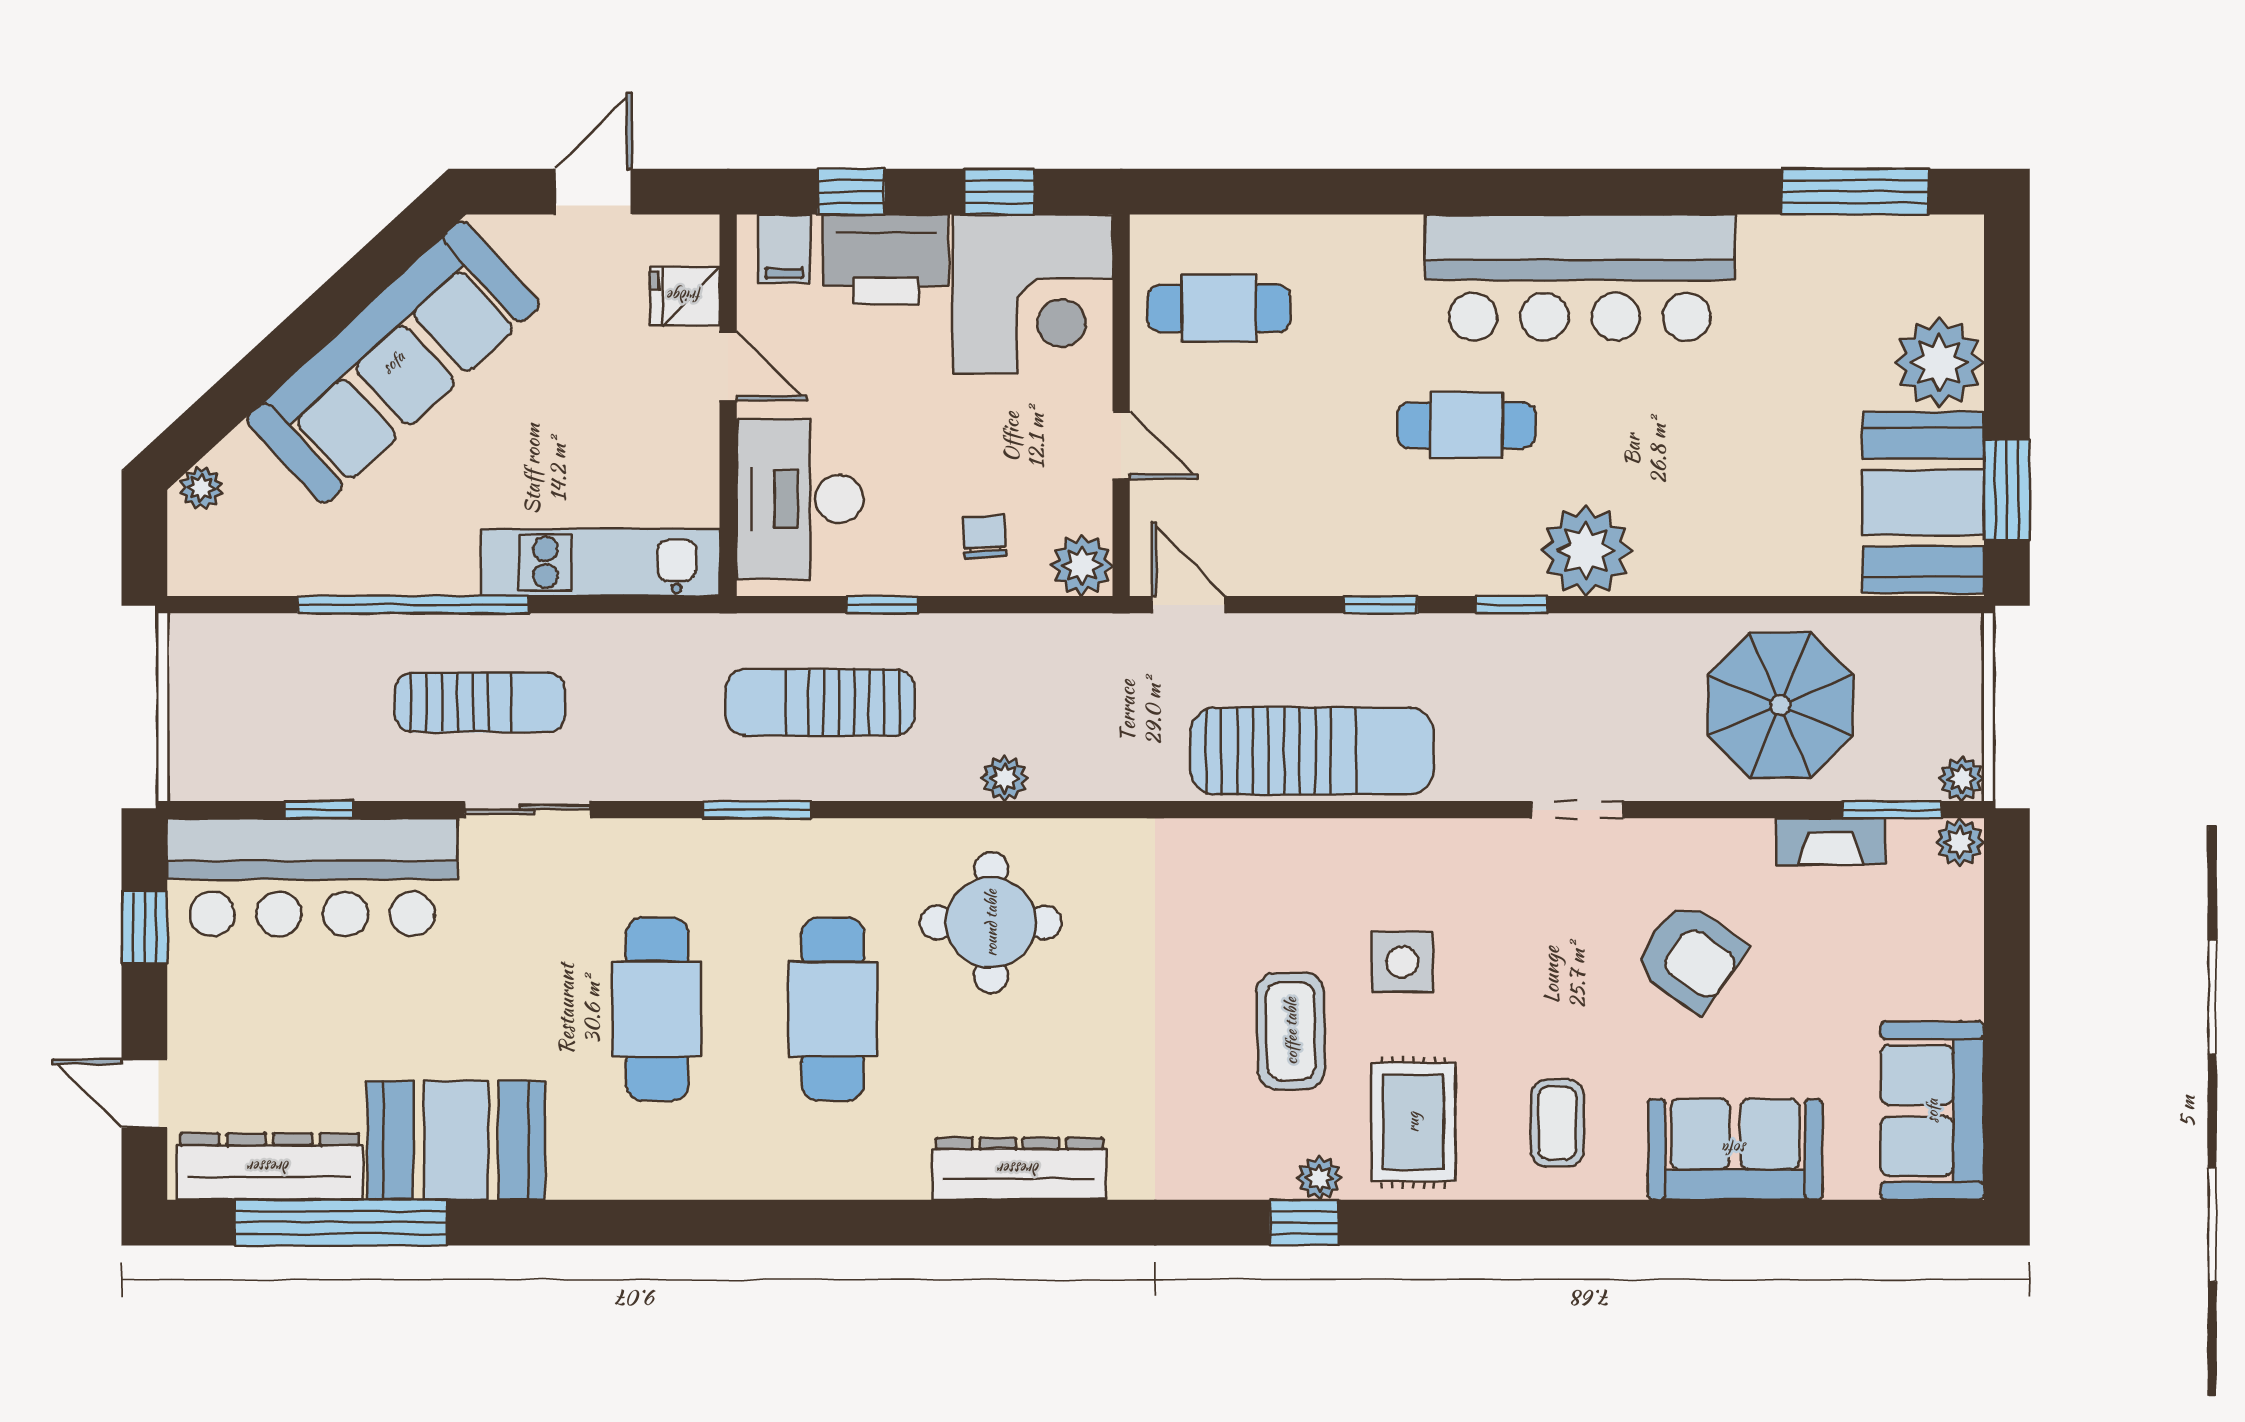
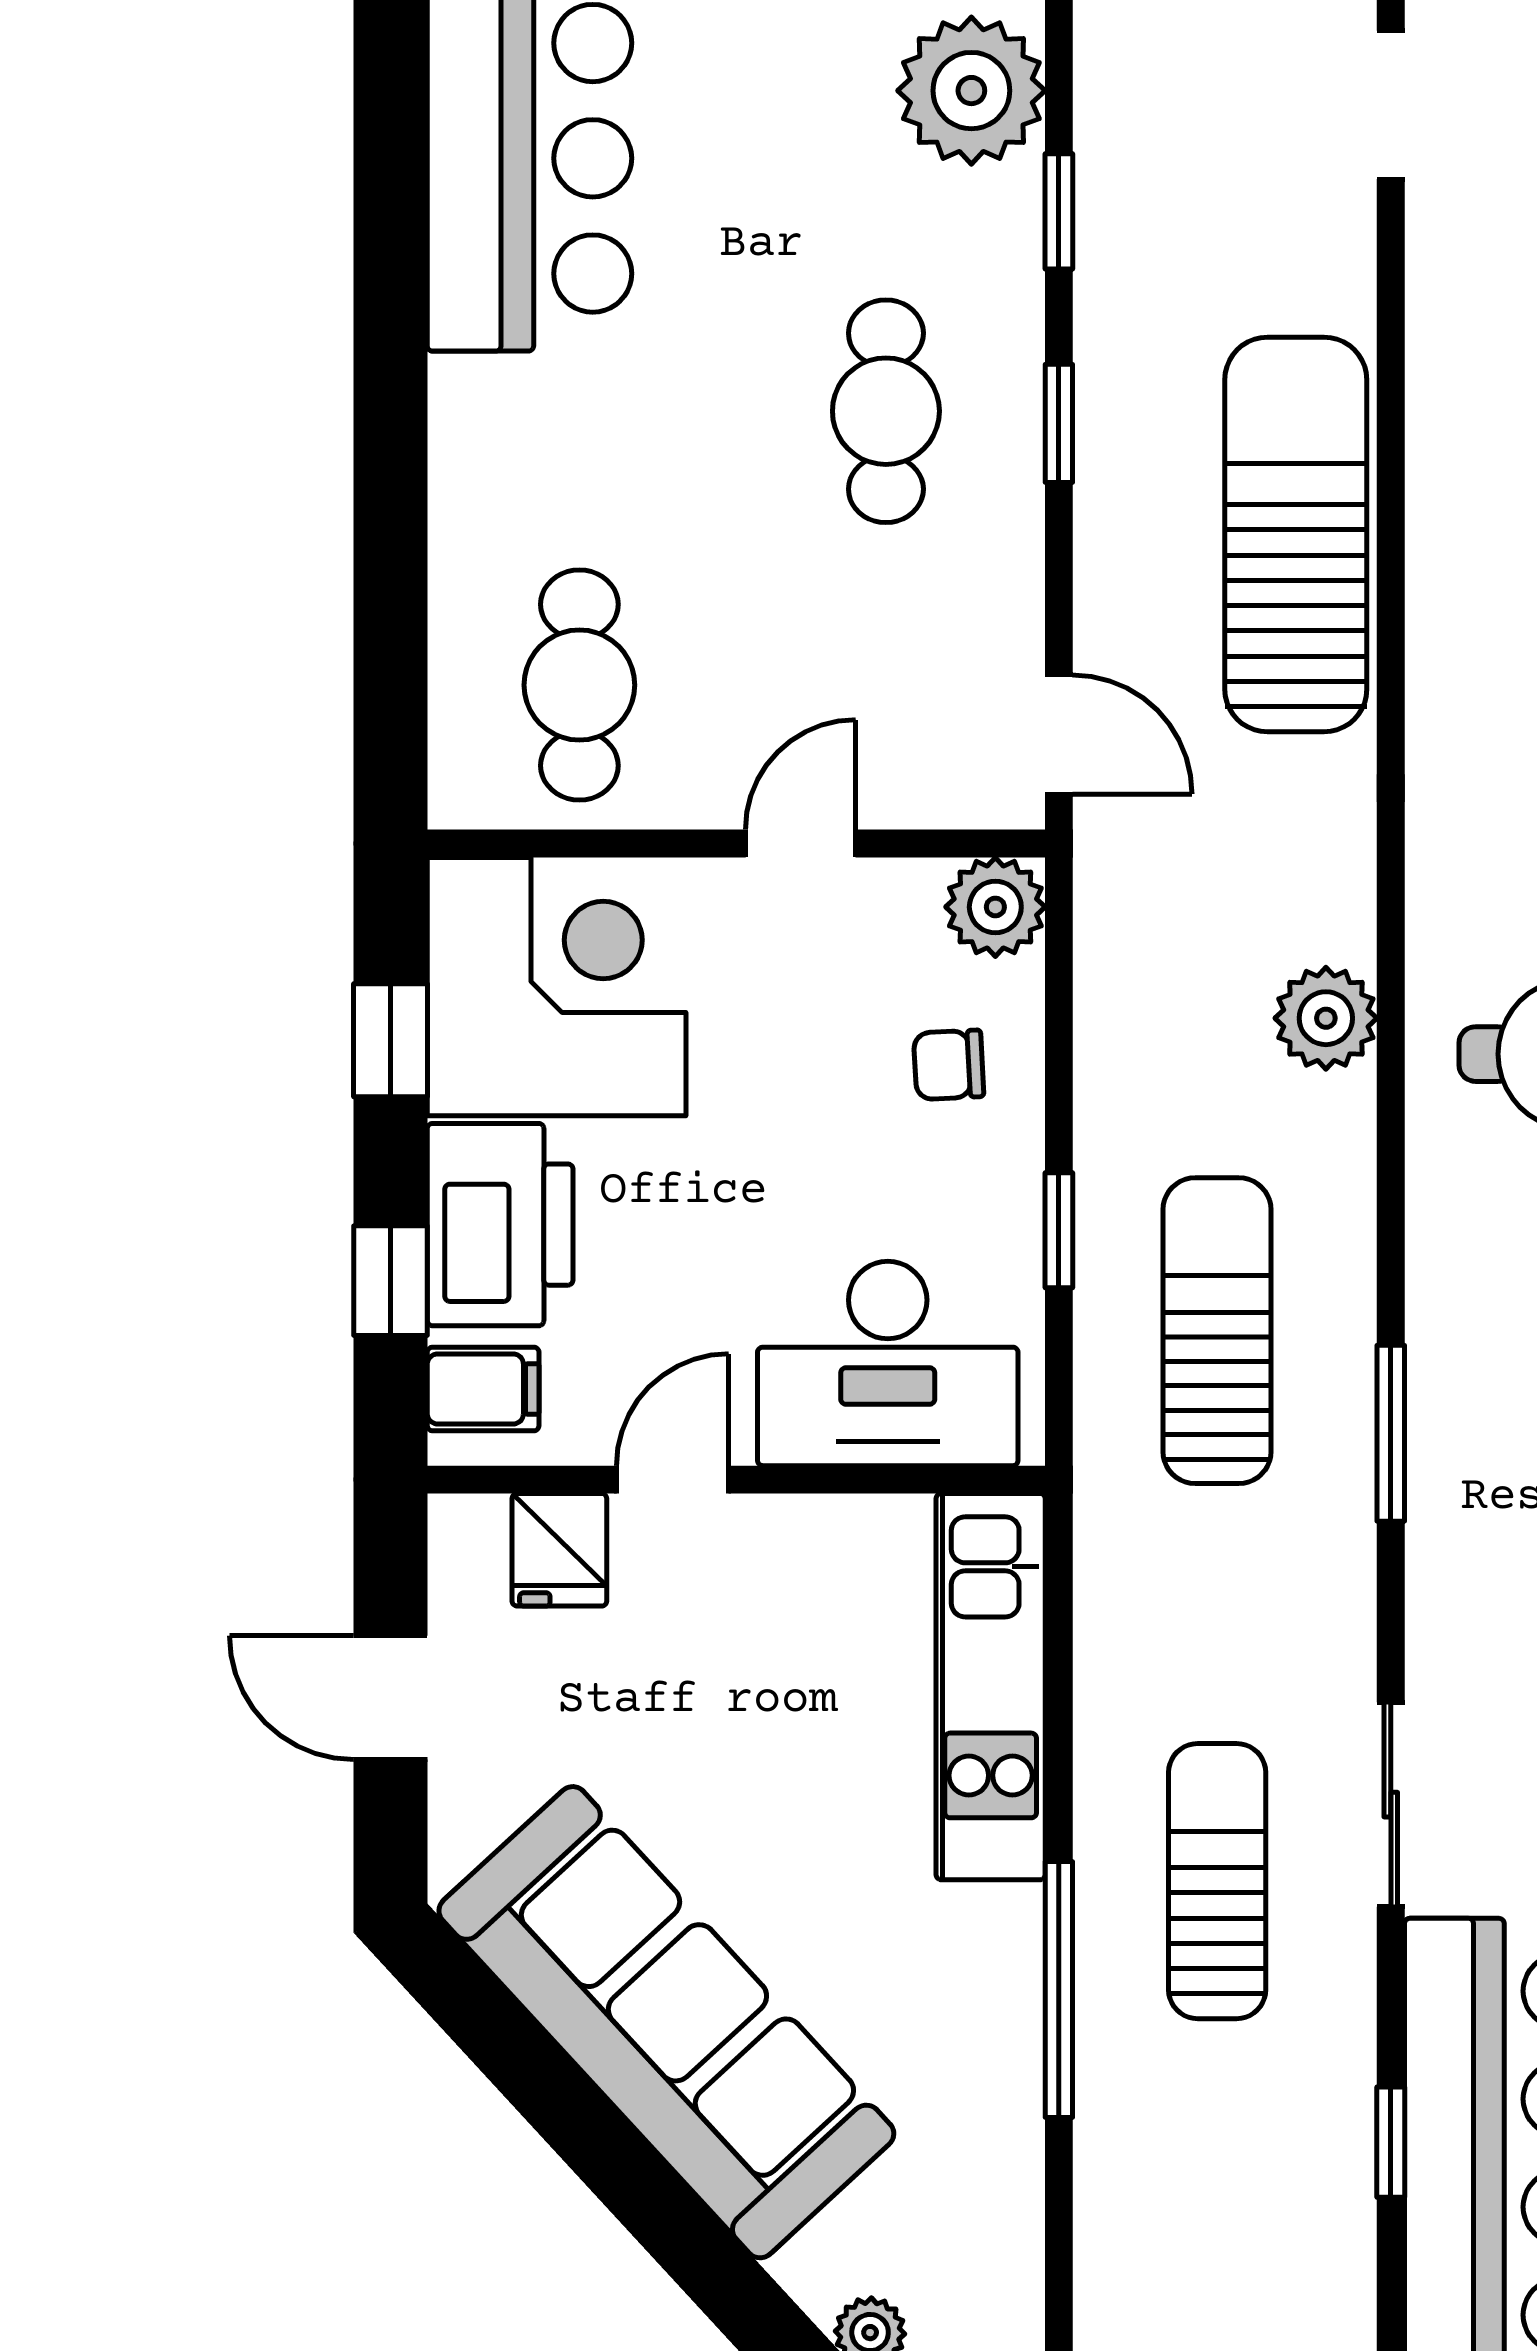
cafe table: (1466, 425) -> (886, 411), moved
window: (413, 605) -> (1059, 1990), width x0.68
door: (1188, 605) -> (1059, 735), swing flipped
sun lounger: (820, 702) -> (1217, 1331), turned 180
plant: (1005, 778) -> (1326, 1018), width x1.38, depth x1.38

